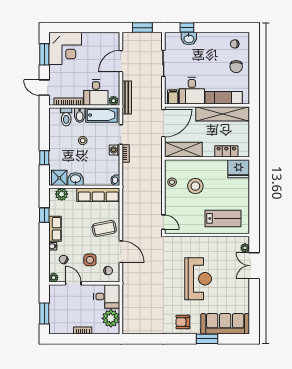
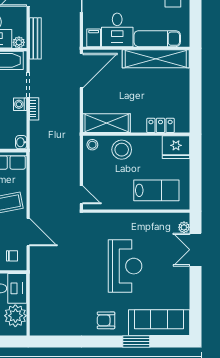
shelving: (183, 150) -> (107, 123), moved
locker: (226, 151) -> (161, 125), moved
wall: (207, 158) -> (136, 134), moved
fridge: (239, 169) -> (176, 147), moved

